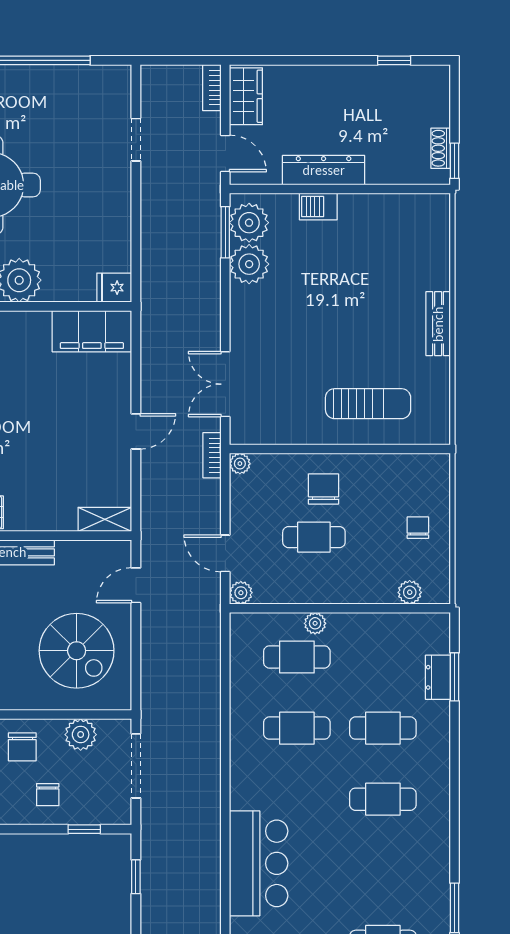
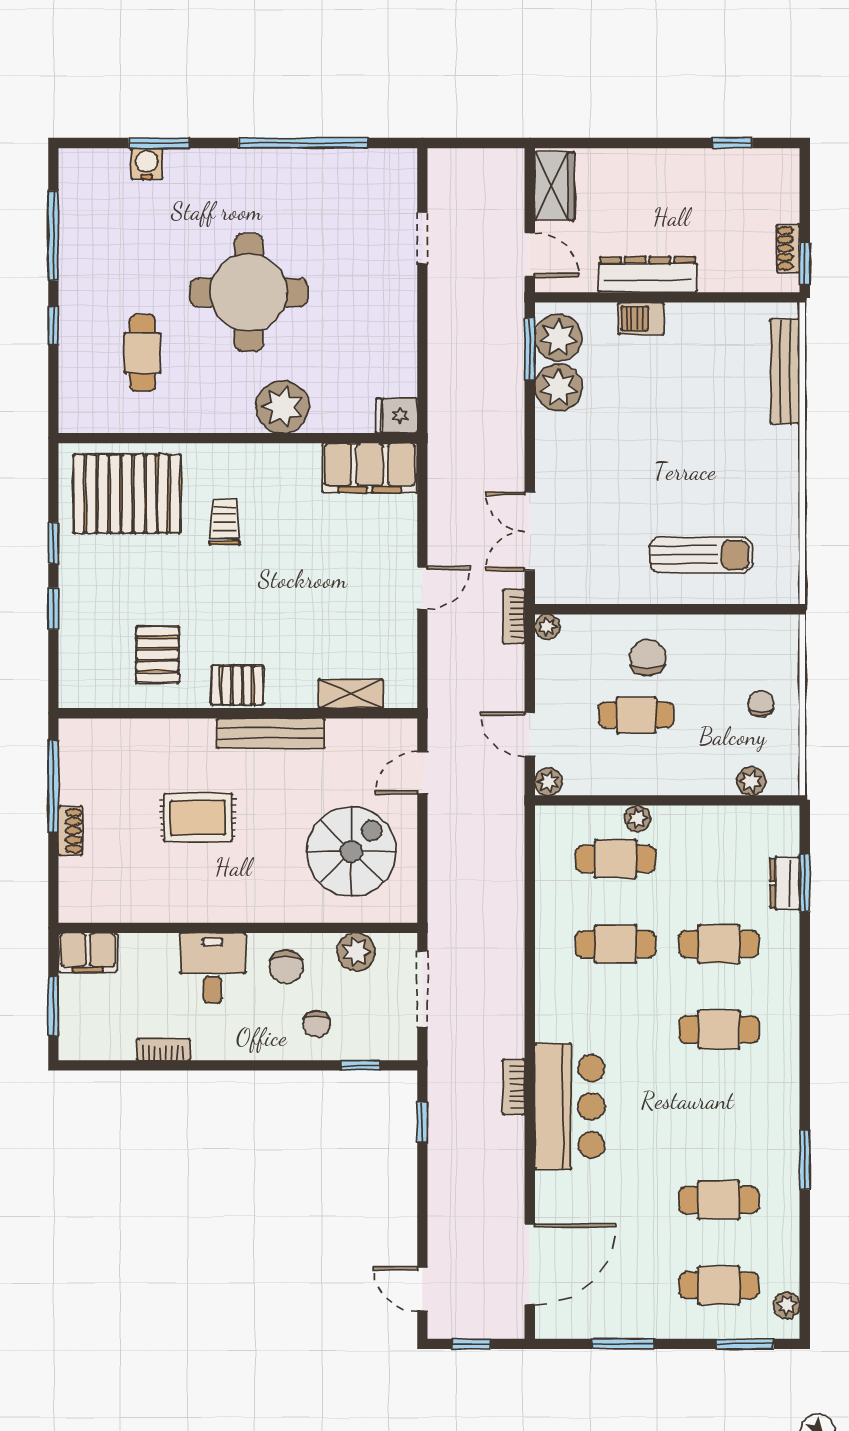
bookcase: (212, 88) -> (514, 1087), moved
bench: (438, 324) -> (785, 371), moved, width x1.36
shelving: (105, 519) -> (351, 694), moved
spiral stairs: (77, 651) -> (351, 851), turned -90

